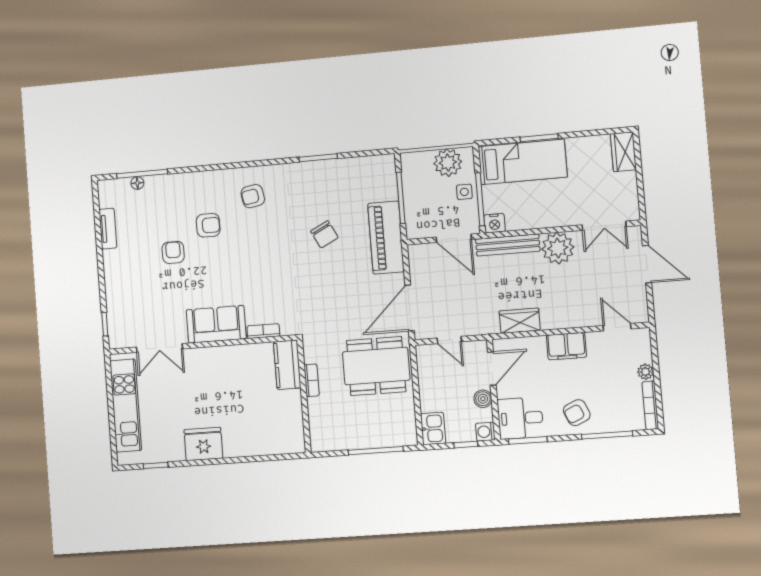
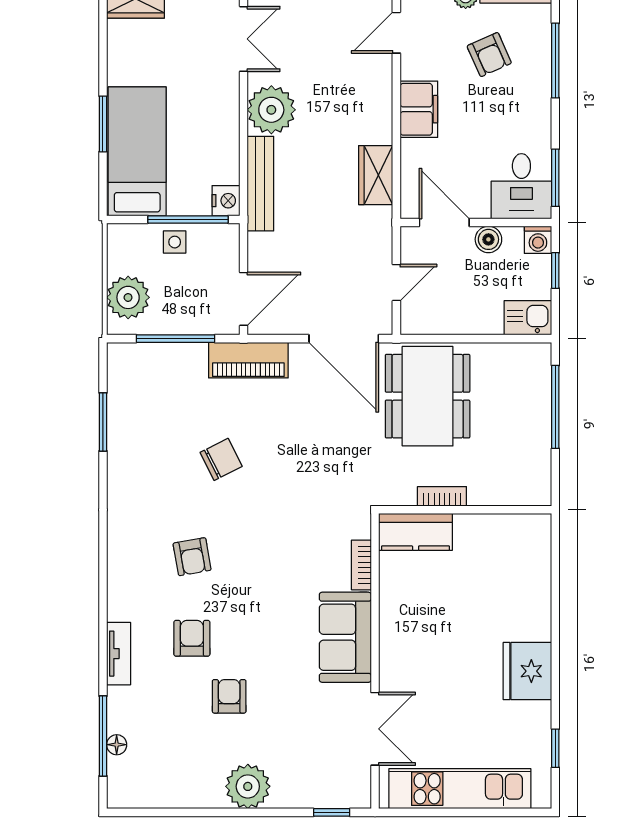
window: (318, 158) -> (103, 422), moved
plant: (448, 163) -> (128, 297), moved
armchair: (253, 196) -> (192, 557), moved
tv unit: (108, 229) -> (119, 654), moved, turned 90
piano: (386, 238) -> (248, 360), width x0.73, depth x0.75
door: (454, 238) -> (244, 299), moved
armchair: (173, 252) -> (229, 696), turned 90
plant: (117, 269) -> (248, 786), added
armchair: (577, 413) -> (489, 55), moved

